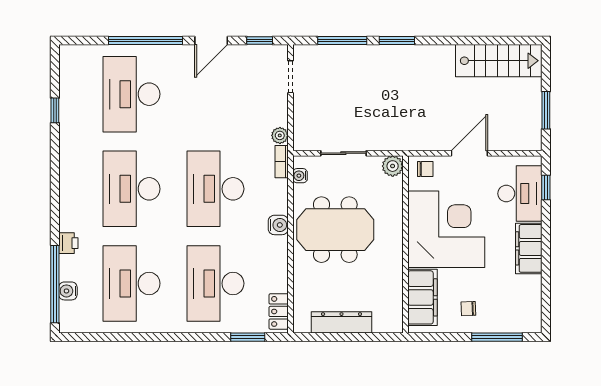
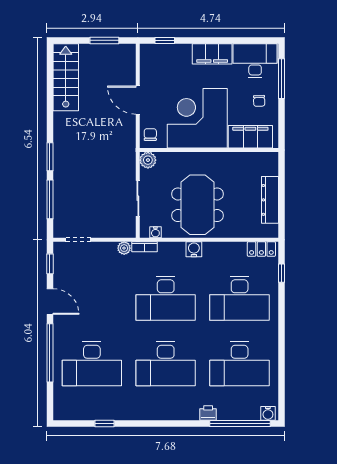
desk: (520, 194) -> (255, 61), moved
water cooler: (68, 291) -> (268, 413), moved
window: (248, 337) -> (281, 273), width x0.67

